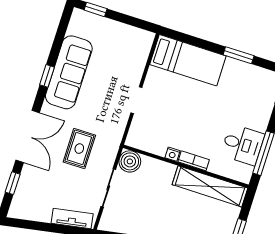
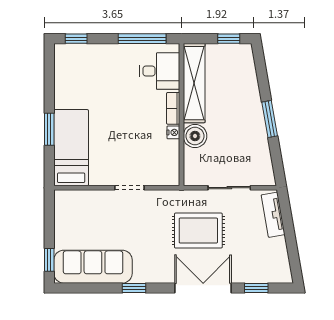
window: (239, 55) -> (49, 129), moved
sofa: (69, 72) -> (93, 267), moved
desk: (243, 145) -> (160, 71), moved, turned 90
rug: (79, 149) -> (198, 231), width x1.36, depth x1.43
boiler: (130, 161) -> (195, 136), moved

